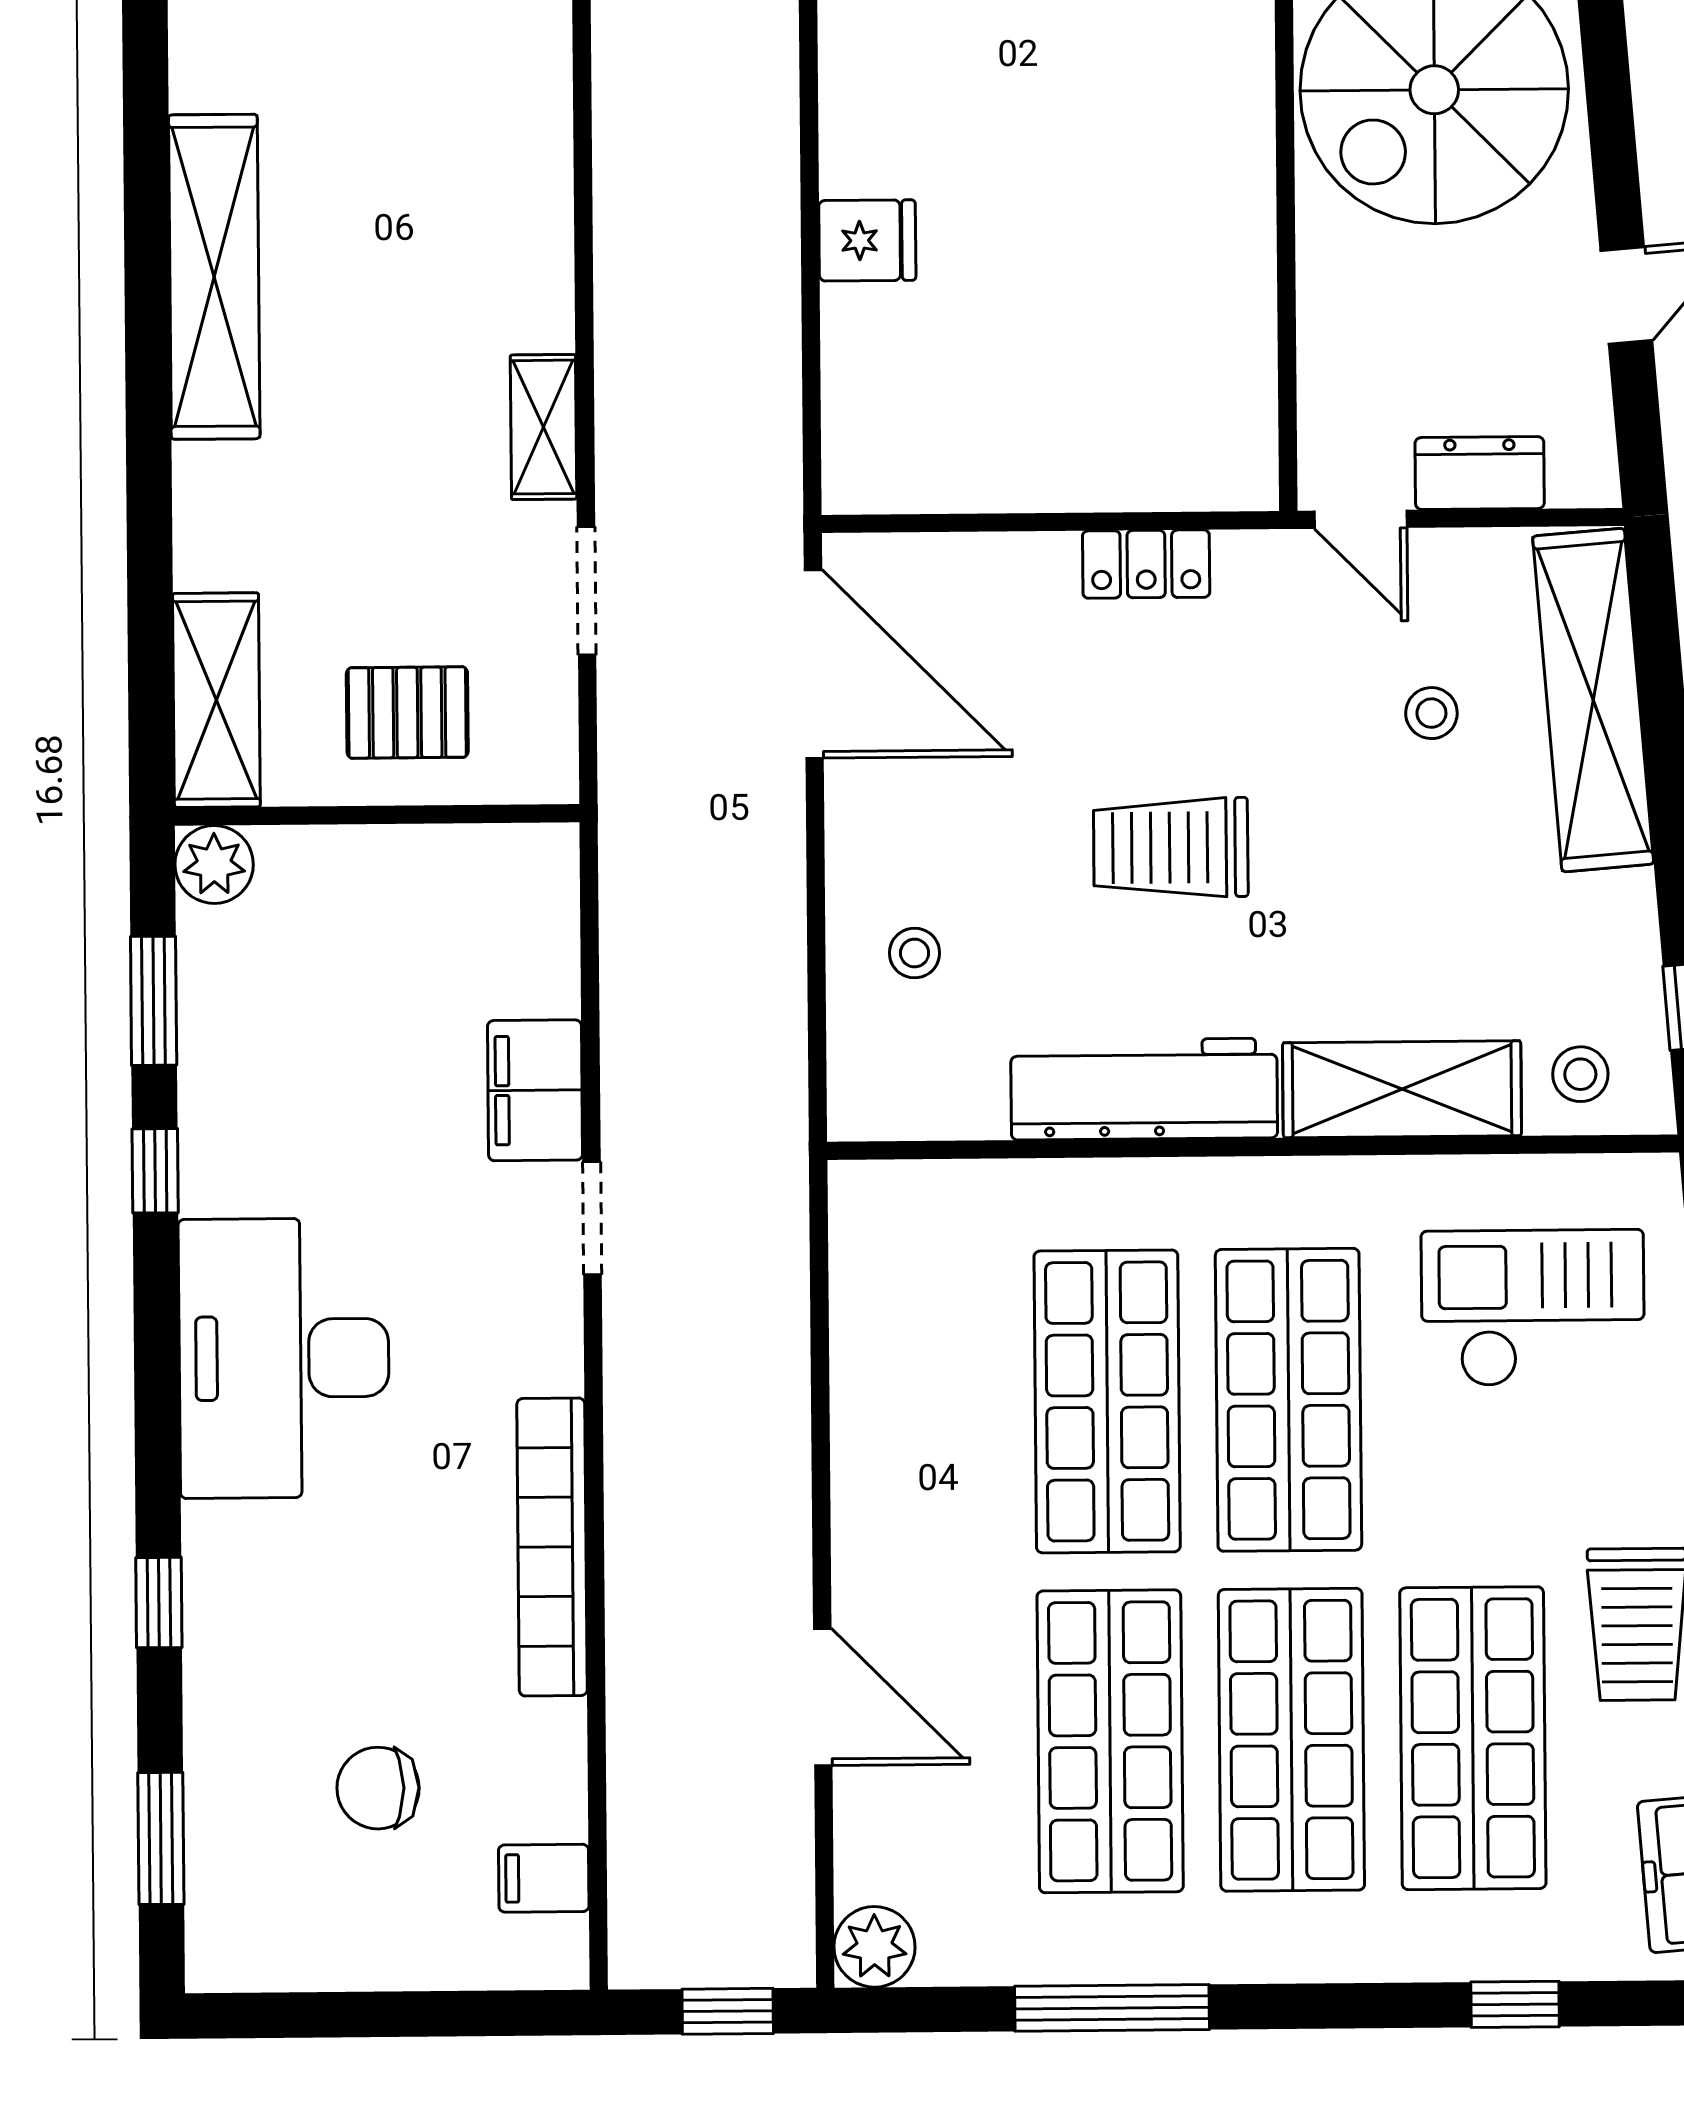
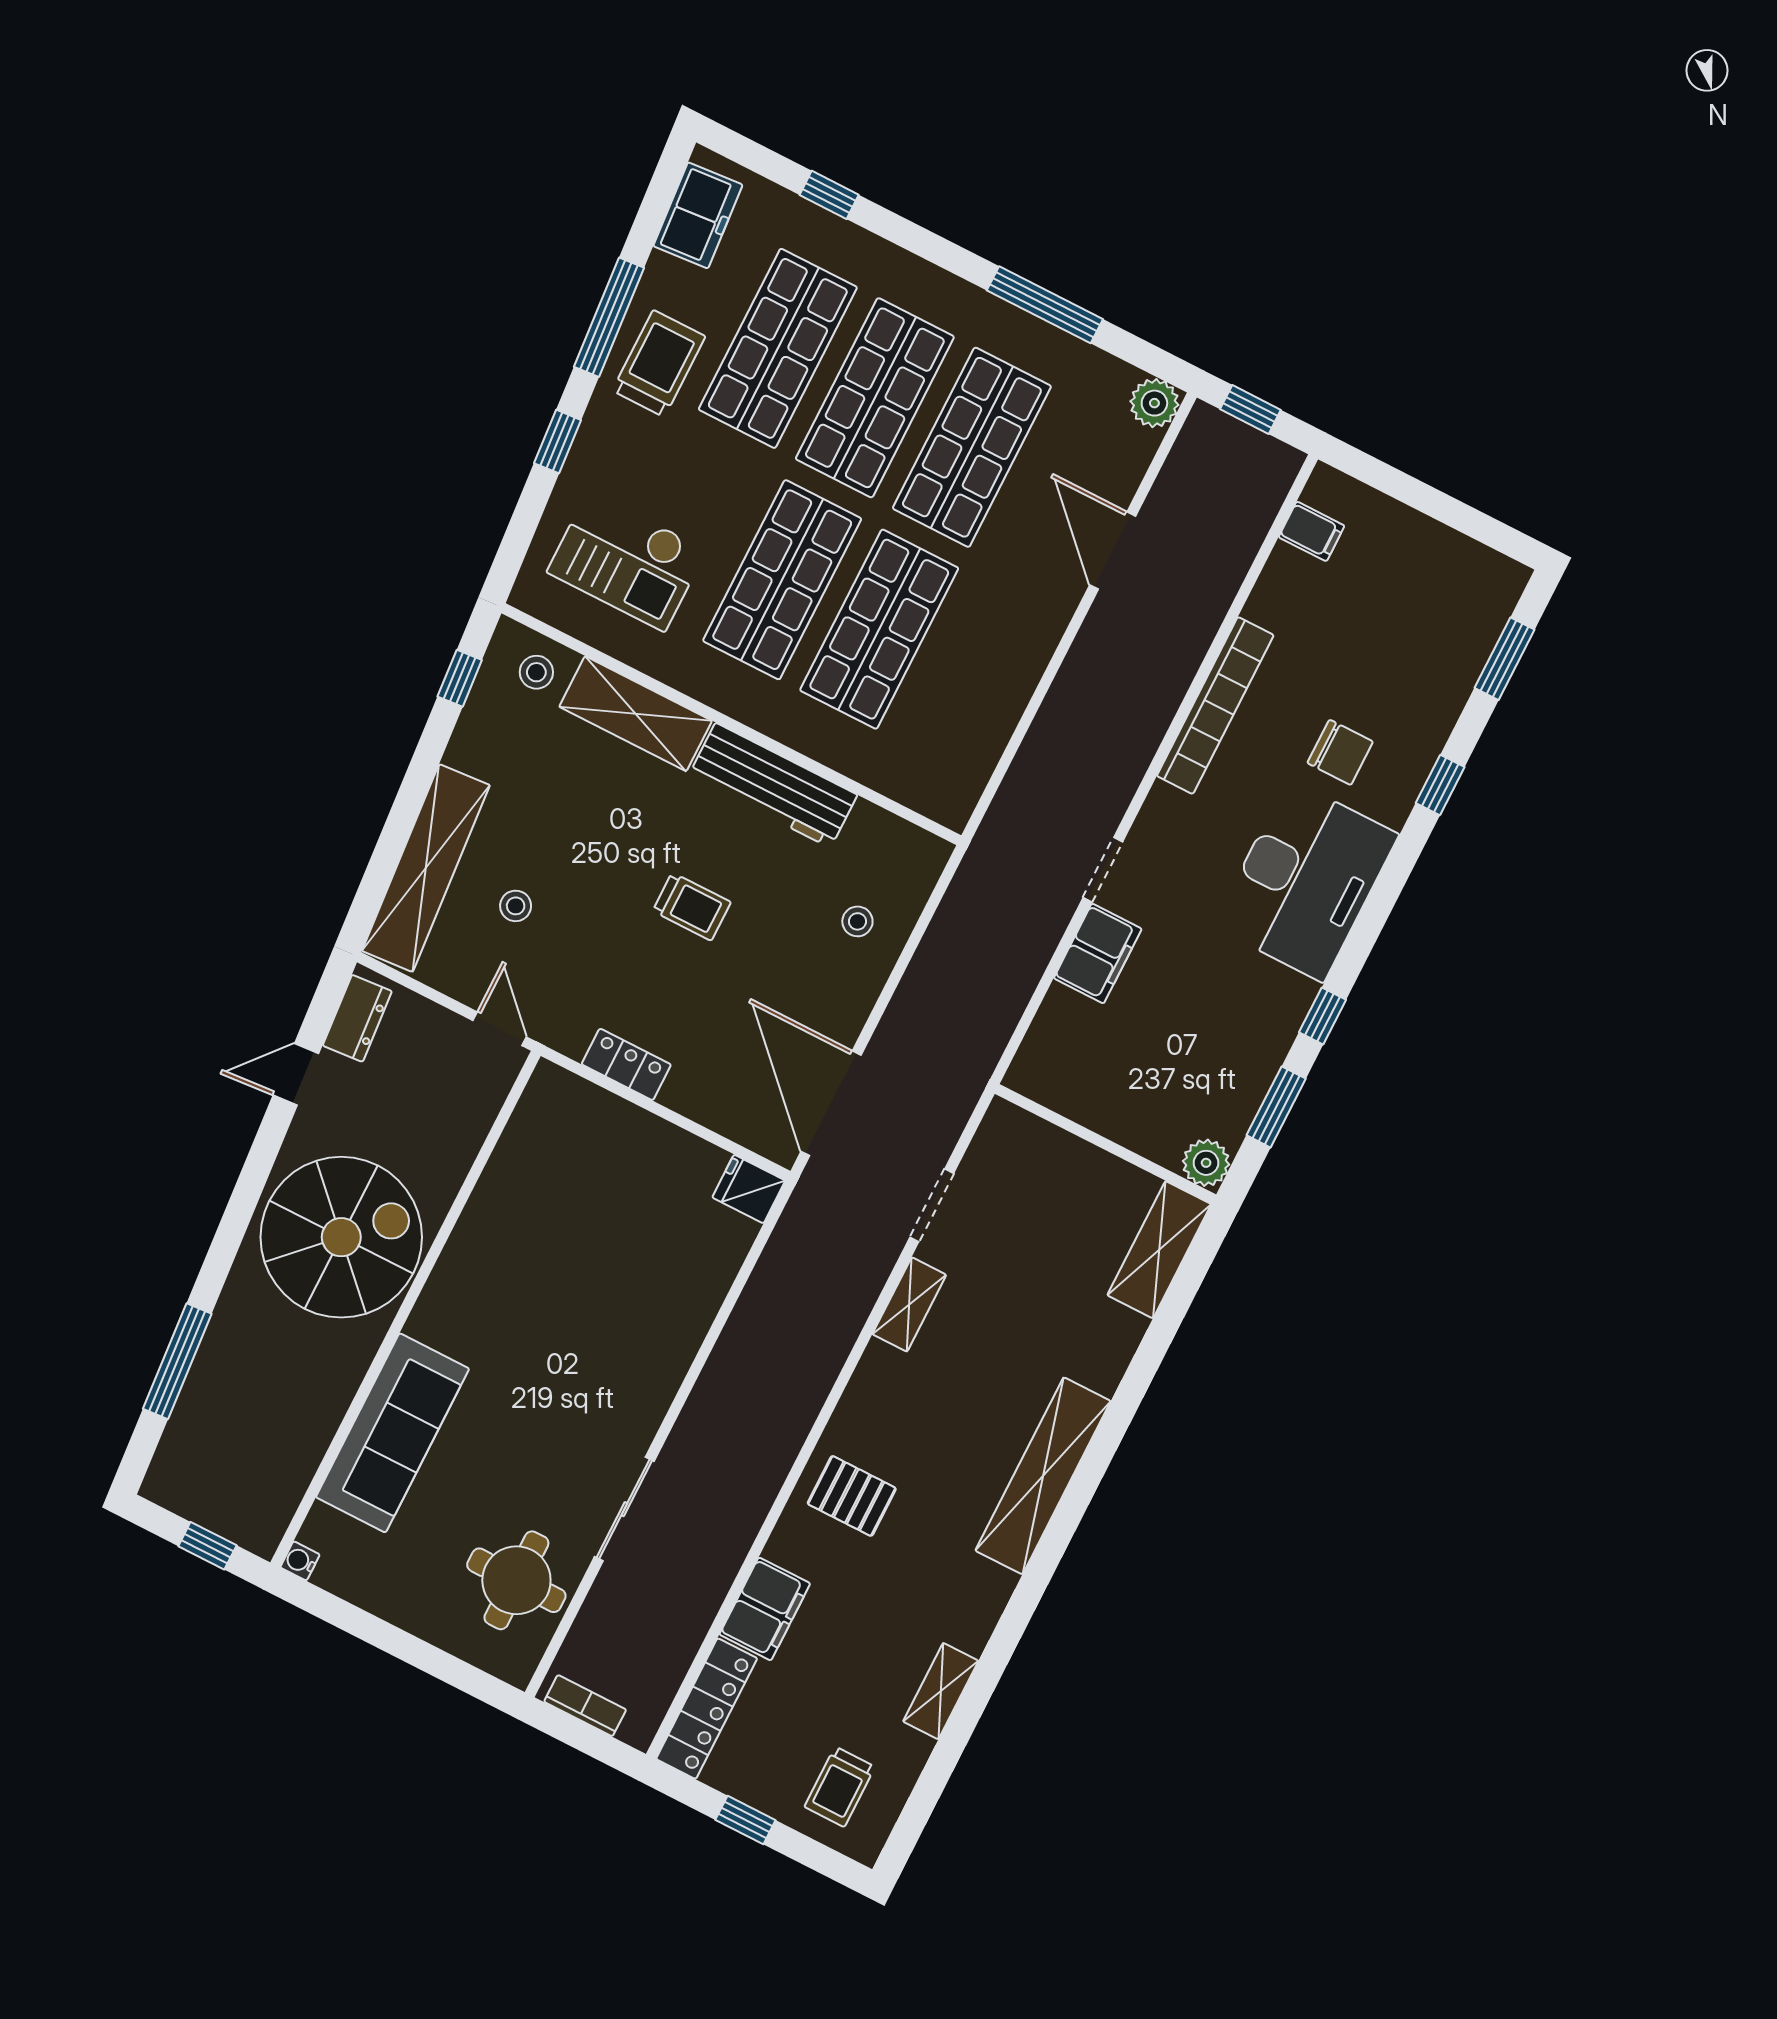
fridge: (867, 240) -> (749, 1189), moved
dresser: (1480, 473) -> (357, 1018), moved, turned -95
pallet: (407, 713) -> (852, 1496), moved
trolley: (1171, 848) -> (692, 907), width x0.73, depth x0.72
chair: (378, 1788) -> (1340, 752), moved

